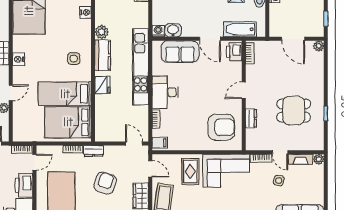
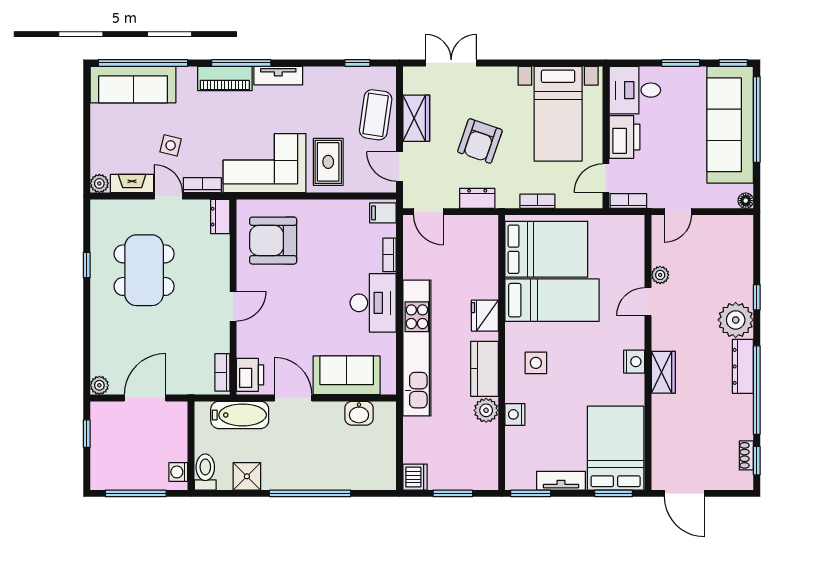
nightstand: (86, 12) -> (515, 414), moved
washing machine: (158, 31) -> (385, 412), removed
door: (293, 39) -> (145, 398), hinge flipped
dining table: (294, 111) -> (144, 270), width x1.38
dresser: (251, 118) -> (220, 217), moved
dresser: (94, 151) -> (477, 198), moved

